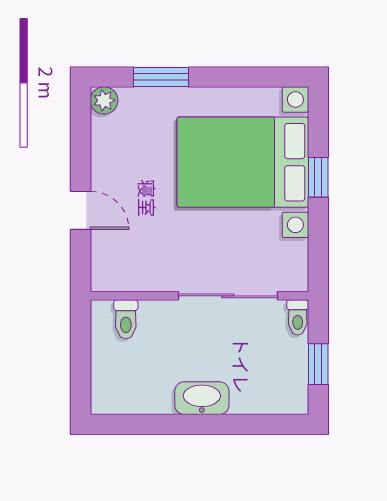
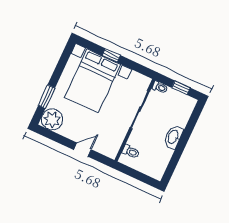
plant: (104, 100) -> (52, 119), width x1.87, depth x1.87

